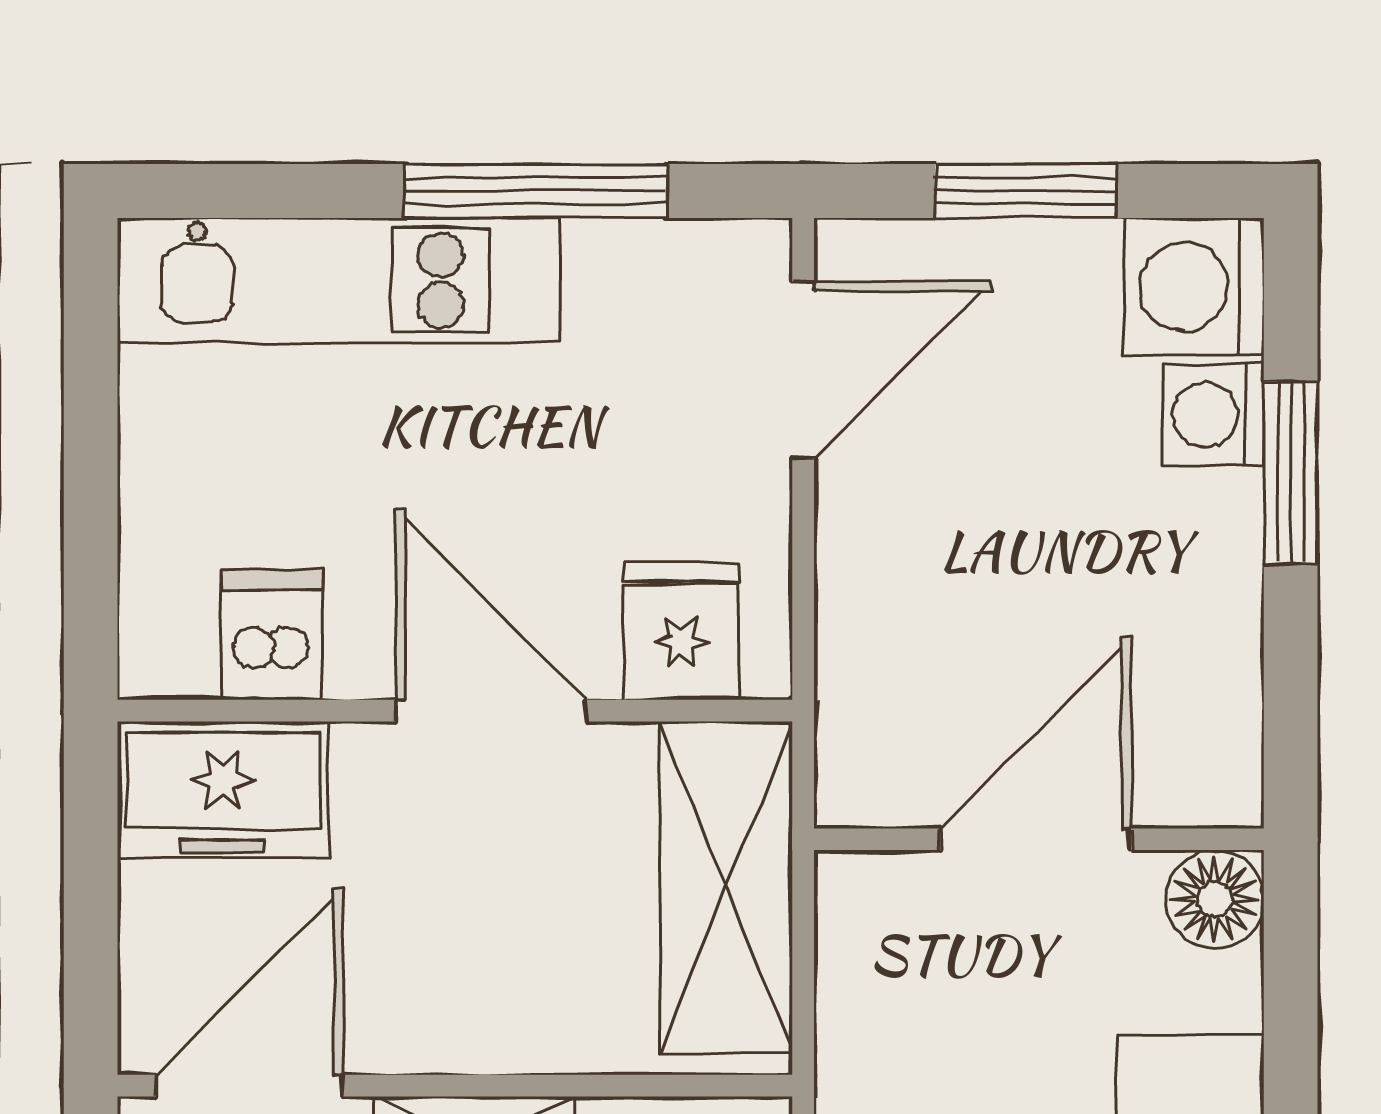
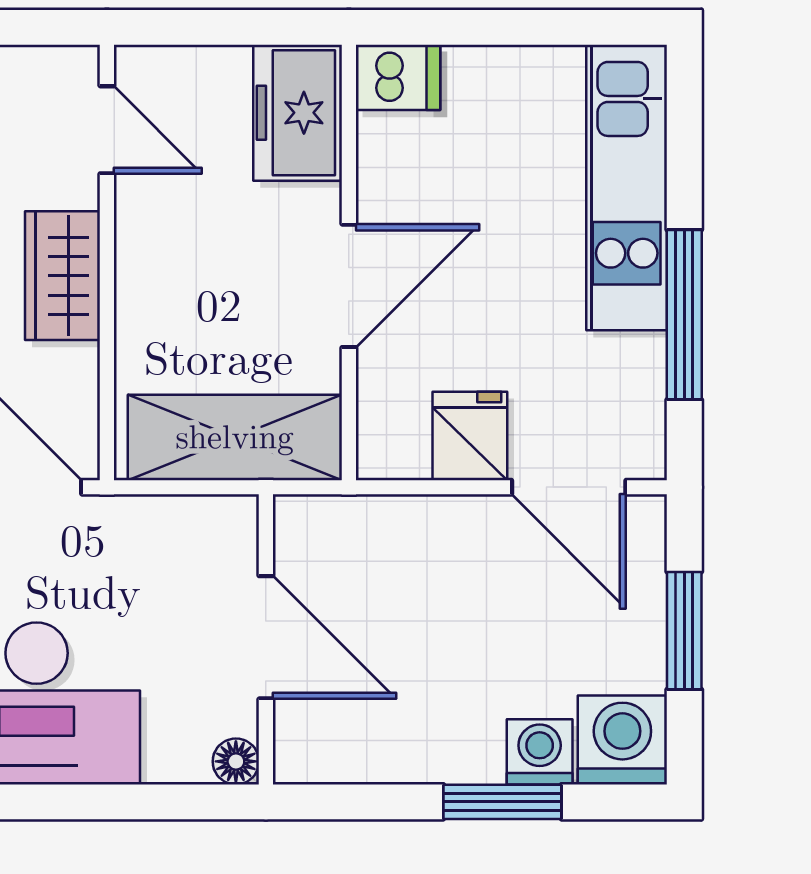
fridge: (682, 631) -> (470, 436), moved, turned -90
dishwasher: (272, 635) -> (398, 77), moved
floor lamp: (1215, 899) -> (236, 761), width x0.73, depth x0.73
door: (249, 1086) -> (107, 130), width x0.73

